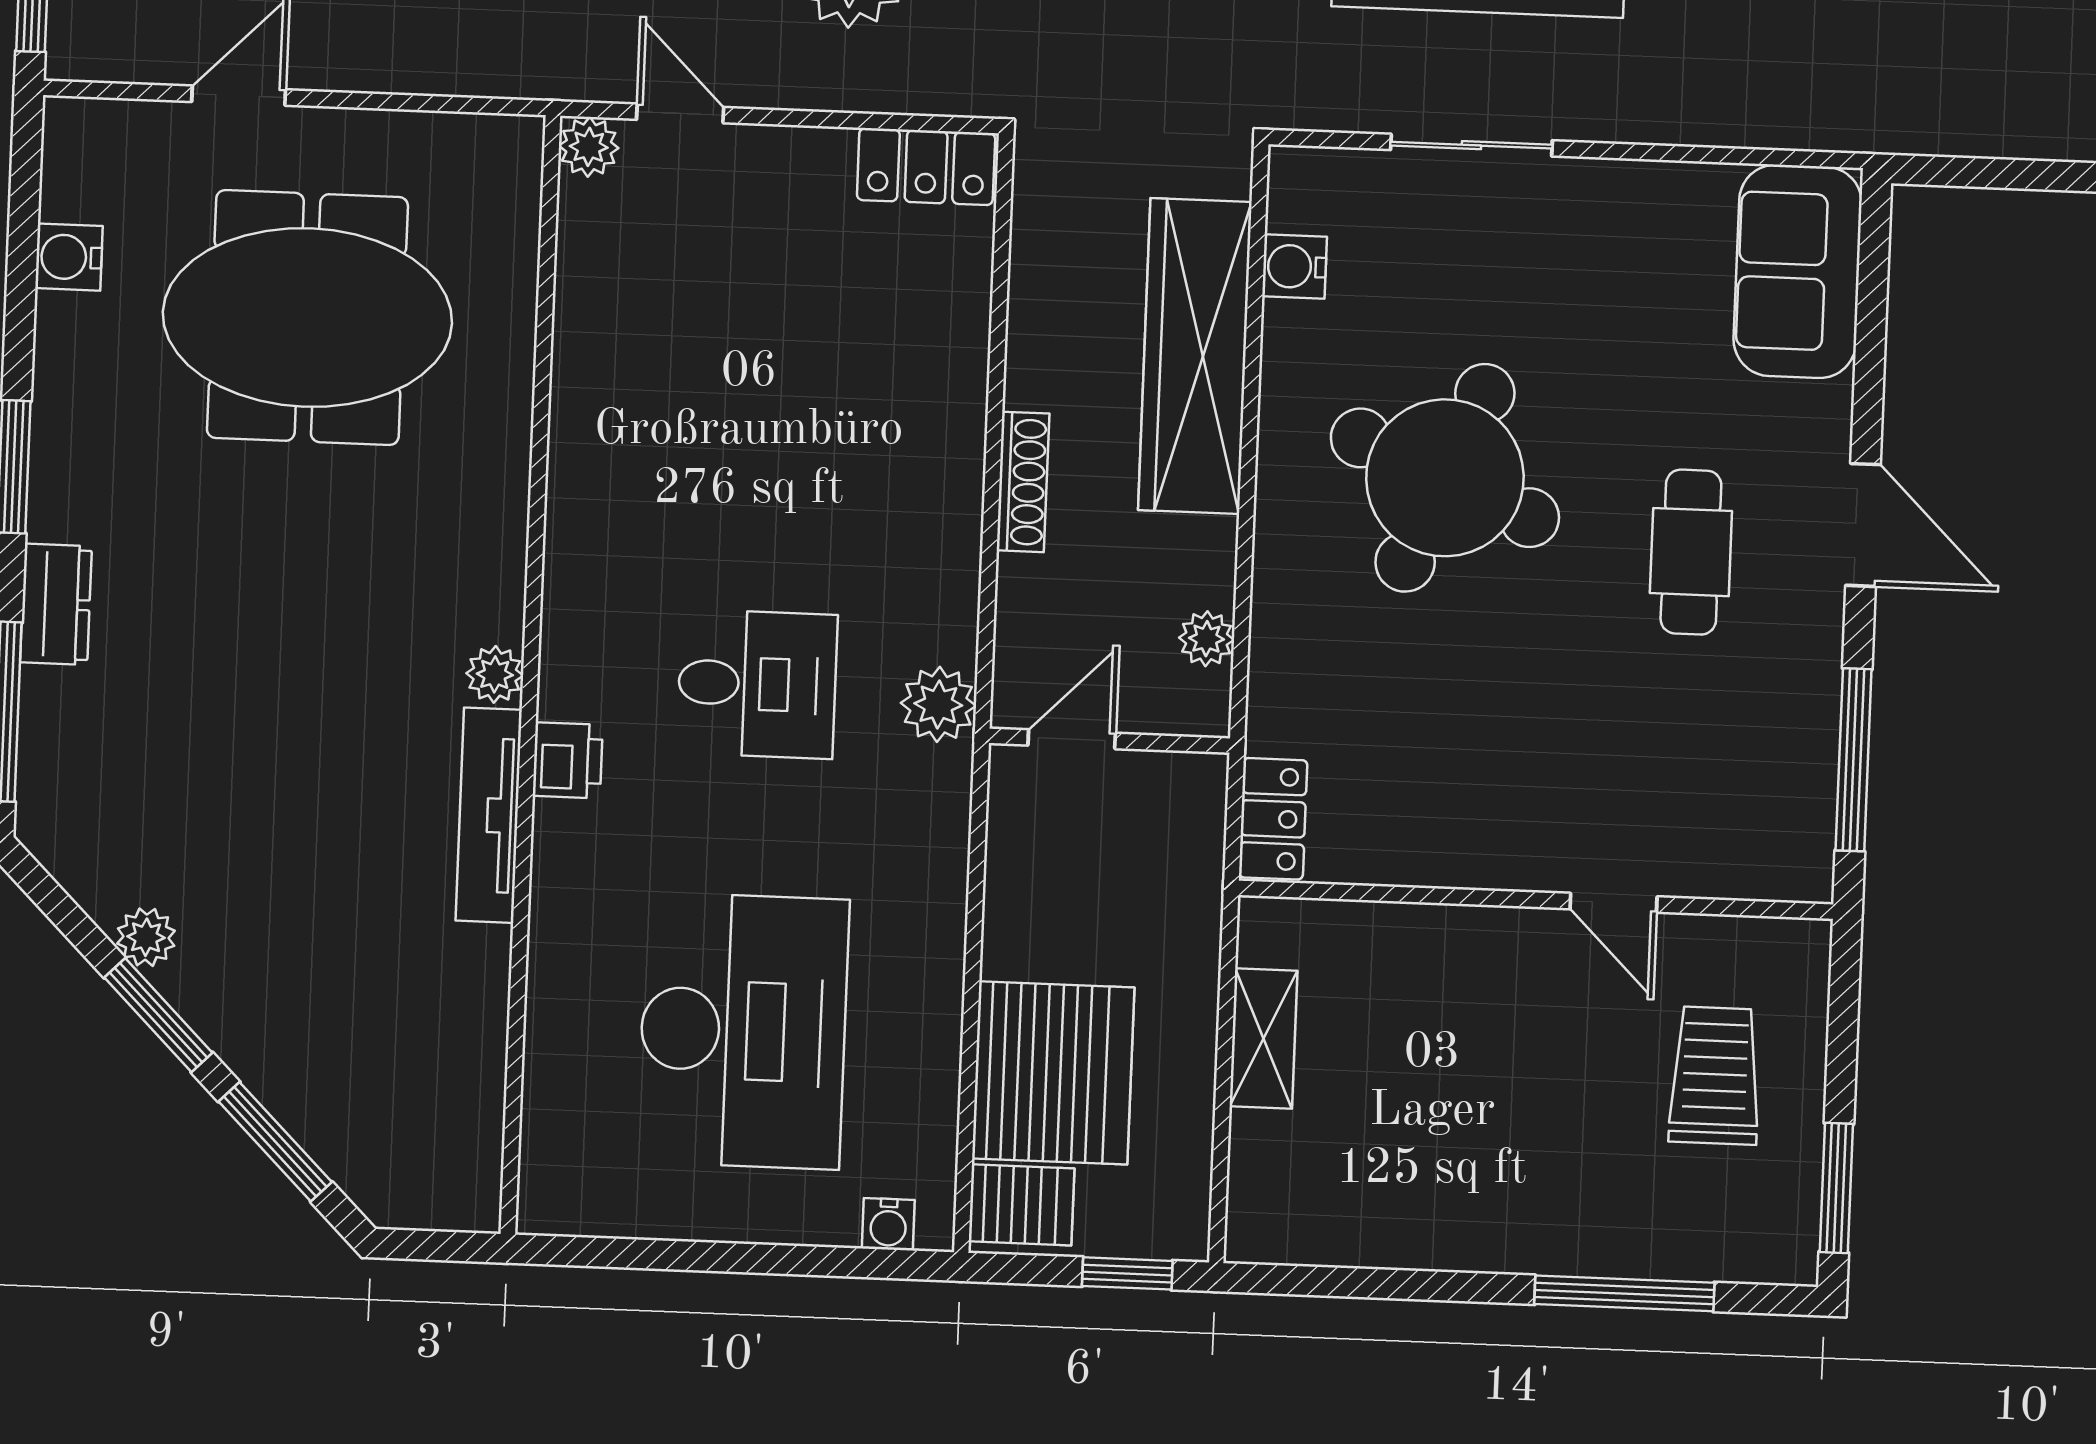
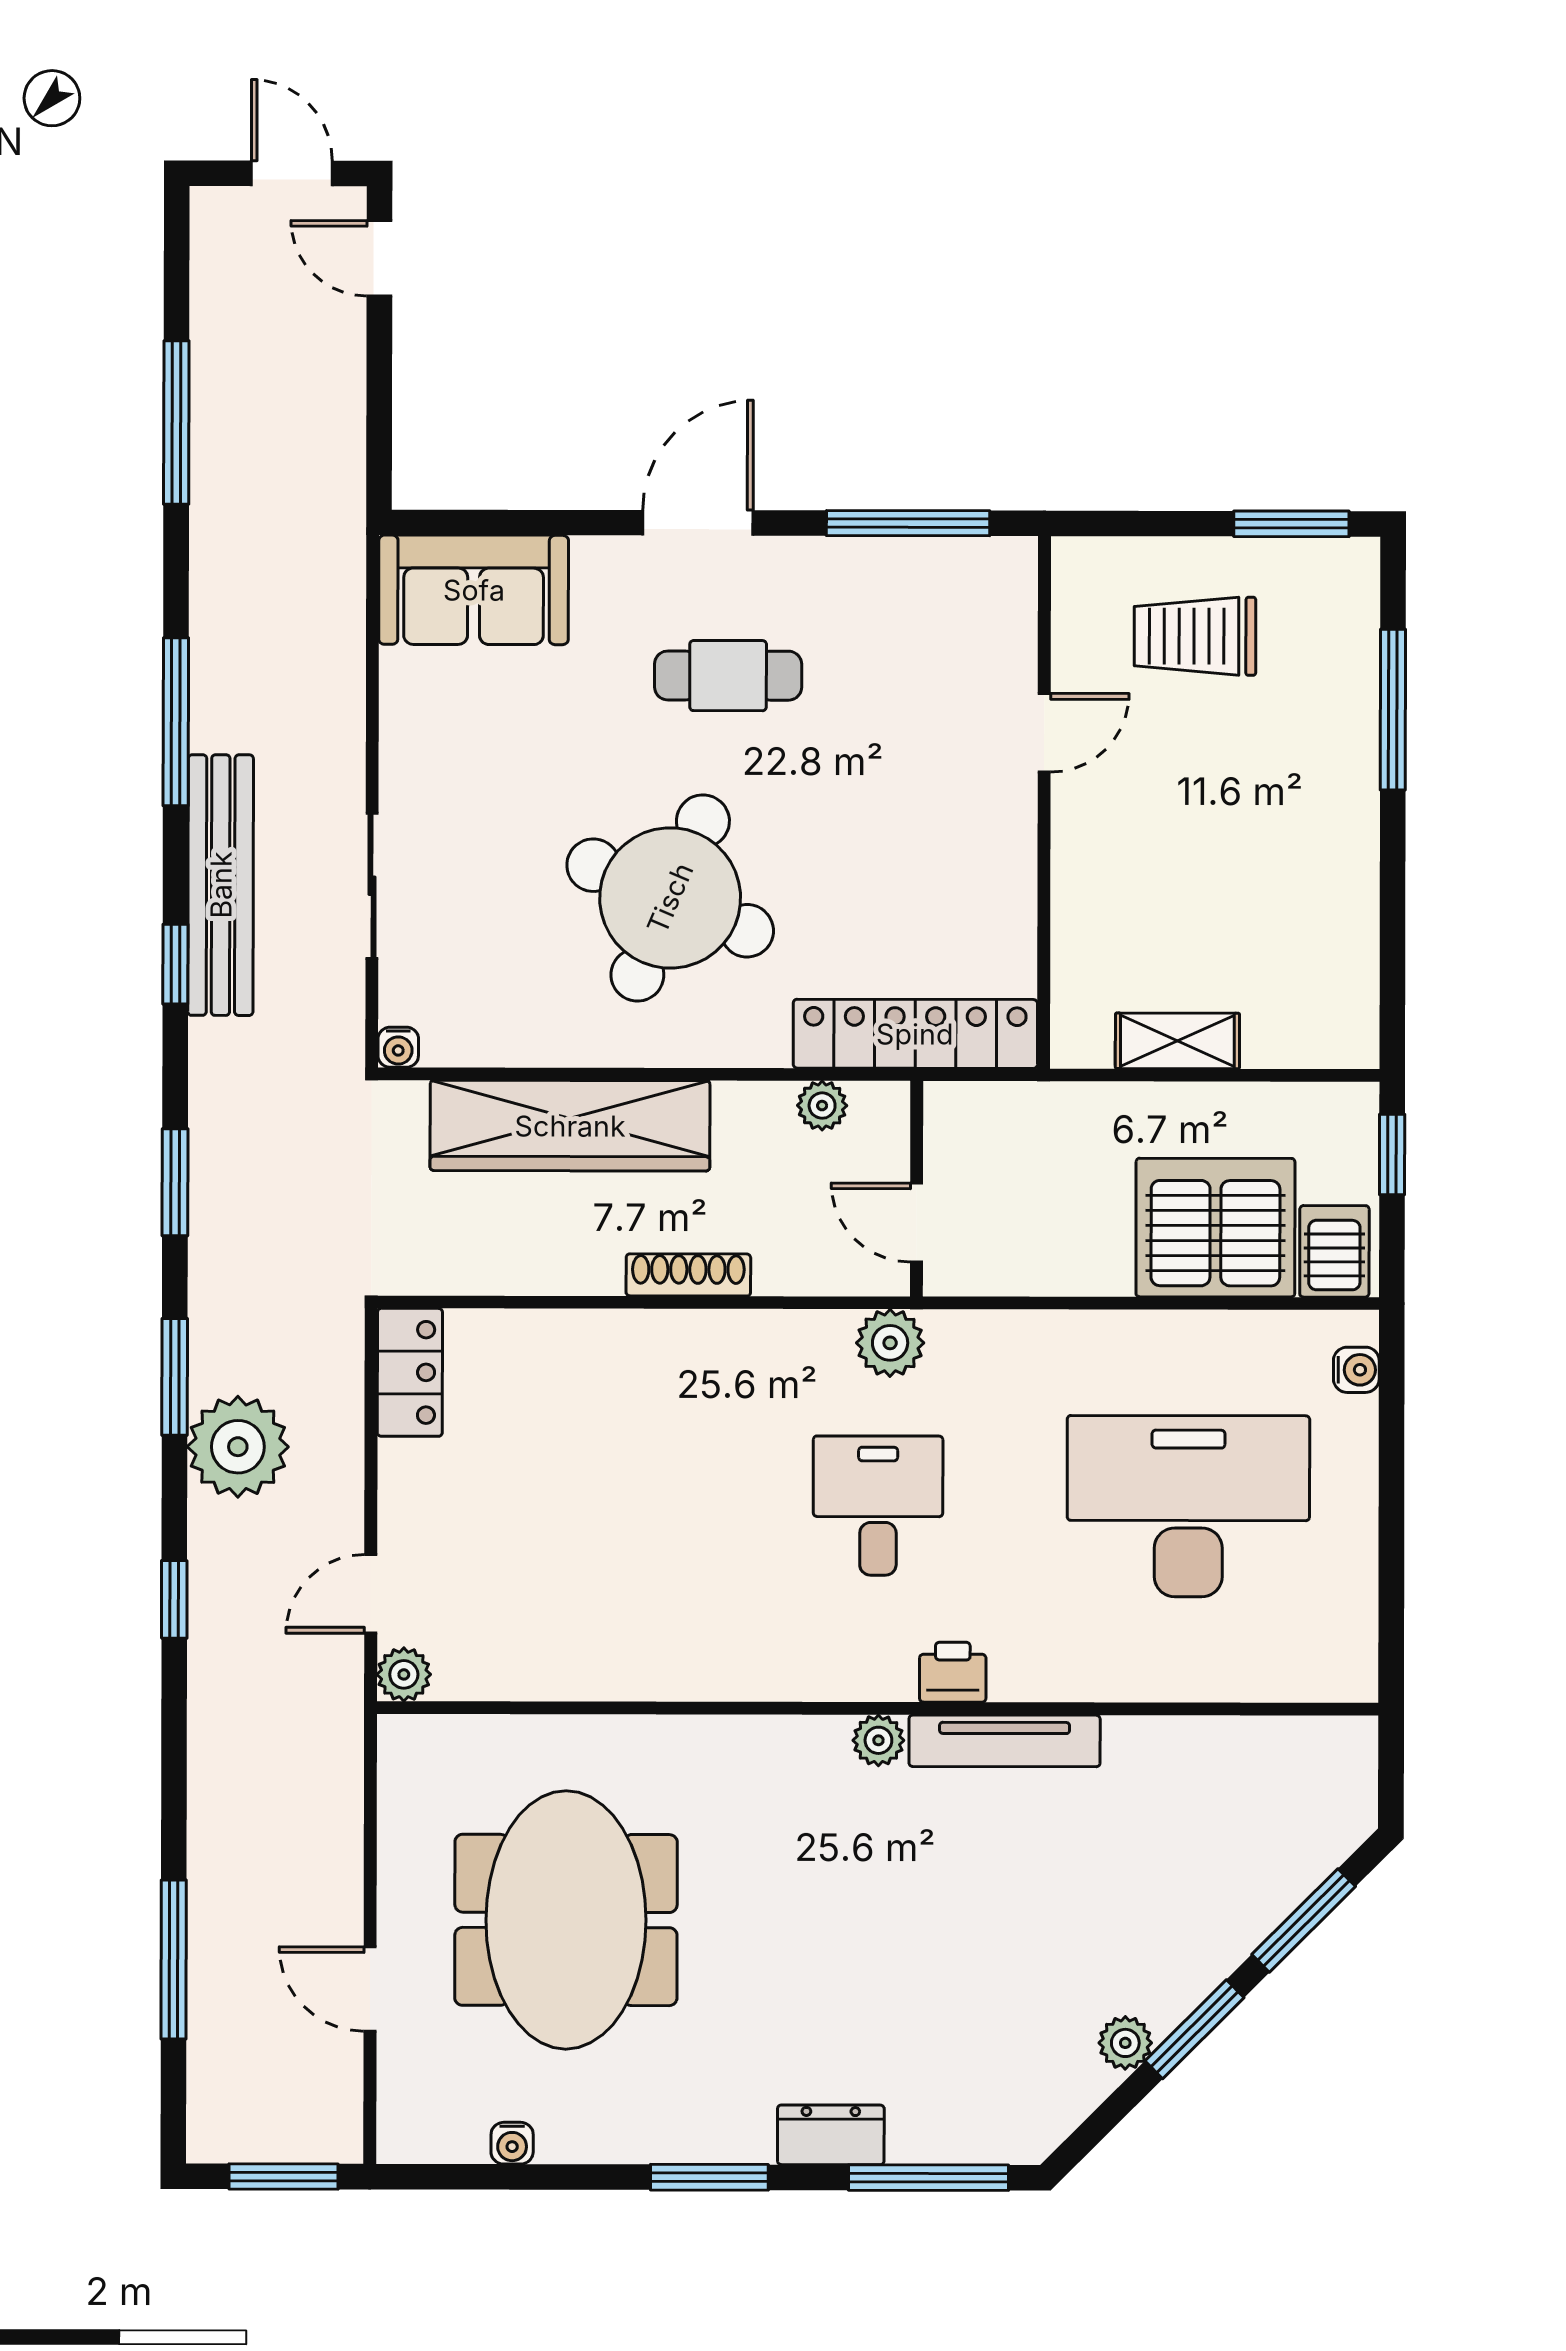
water cooler: (69, 257) -> (512, 2143), width x0.72, depth x0.72
water cooler: (1294, 266) -> (398, 1047), moved, width x0.72, depth x0.72
locker: (1273, 819) -> (915, 1034), width x2.16, depth x1.21

